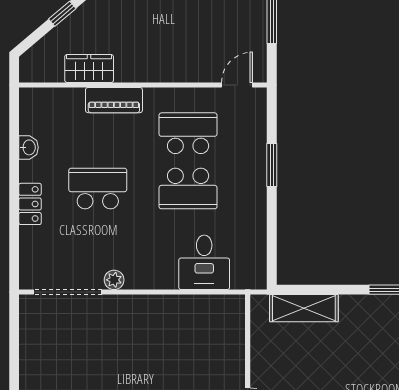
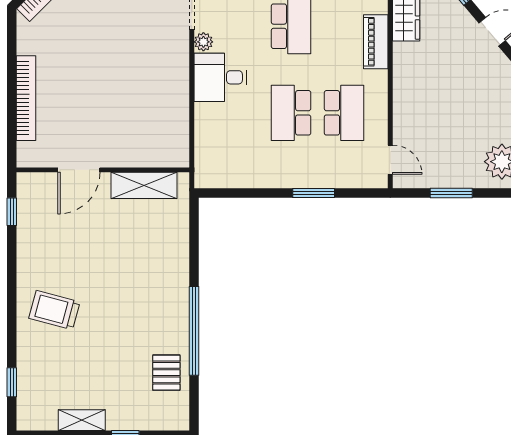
desk: (204, 262) -> (220, 77), moved
shelving: (304, 308) -> (144, 185), moved, turned 90

